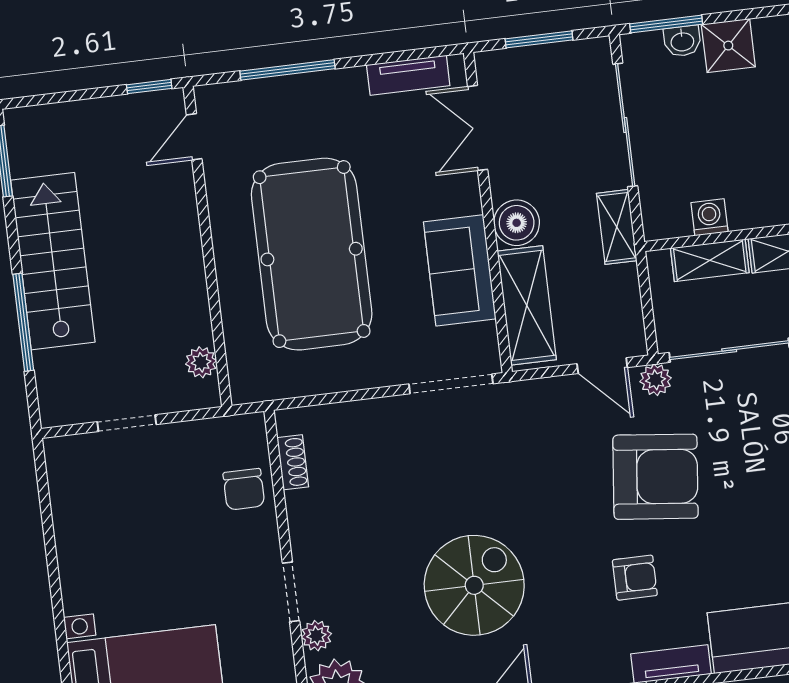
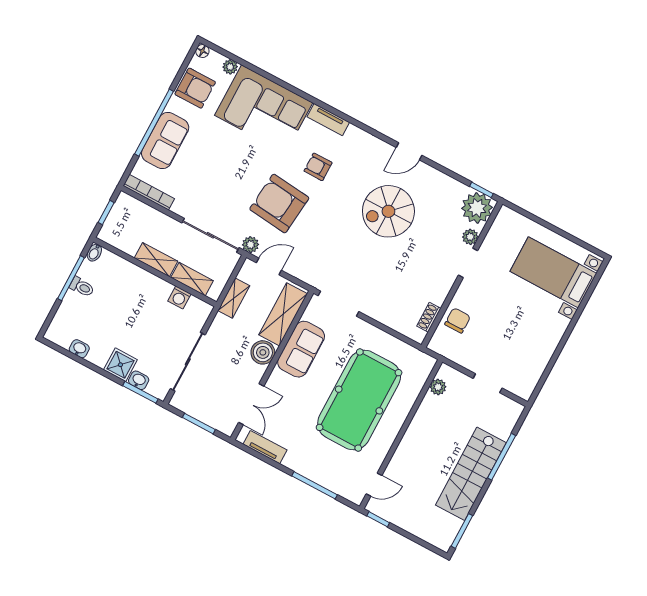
shelving: (617, 227) -> (234, 298), moved
door: (602, 366) -> (269, 266), hinge flipped

